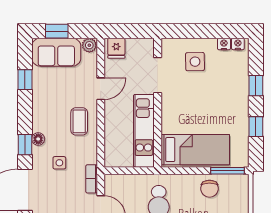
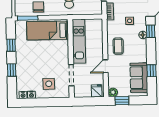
window: (57, 31) -> (122, 101), moved
sofa: (56, 52) -> (139, 78), moved, turned -90

